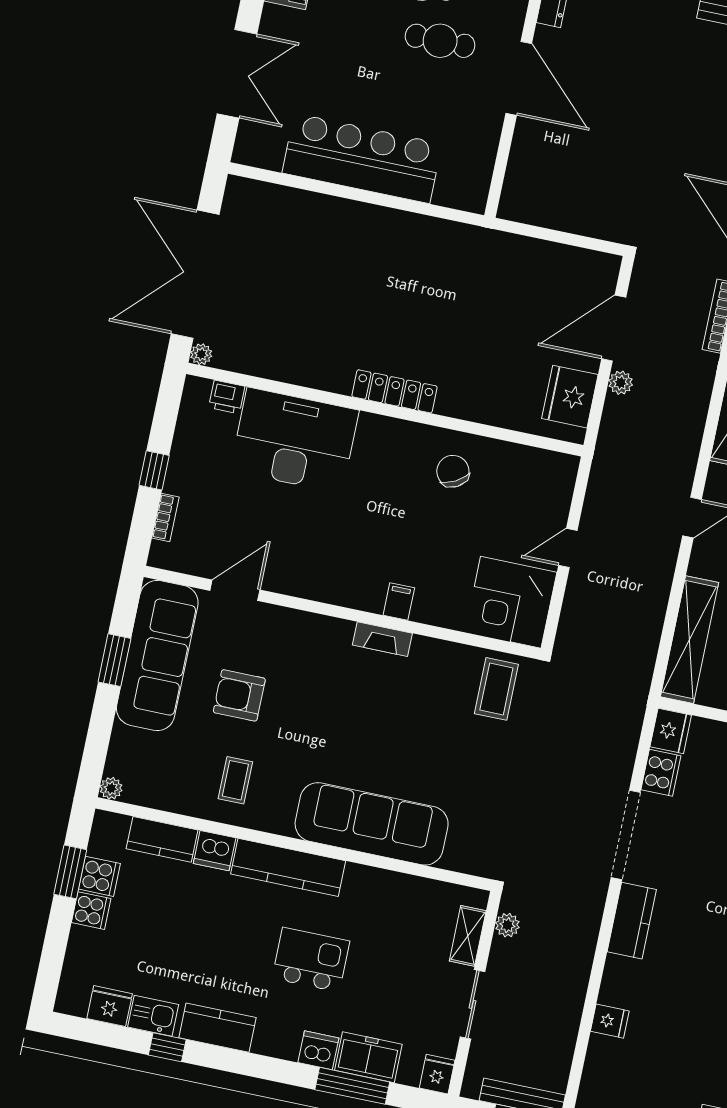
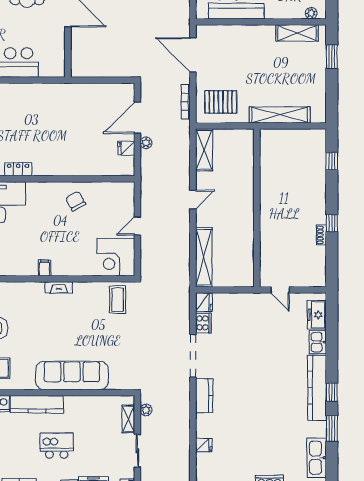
locker: (394, 391) -> (18, 169), moved, width x0.66
fridge: (570, 397) -> (126, 148), width x0.53, depth x0.75
filing cabinet: (399, 601) -> (45, 268), moved

